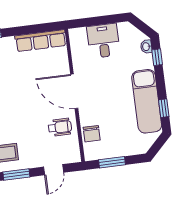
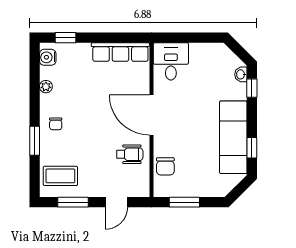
desk: (103, 41) -> (171, 61), moved

